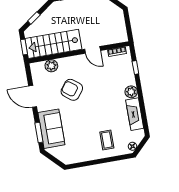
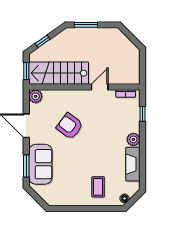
door: (93, 50) -> (100, 87), swing flipped
plant: (51, 66) -> (36, 96), moved

